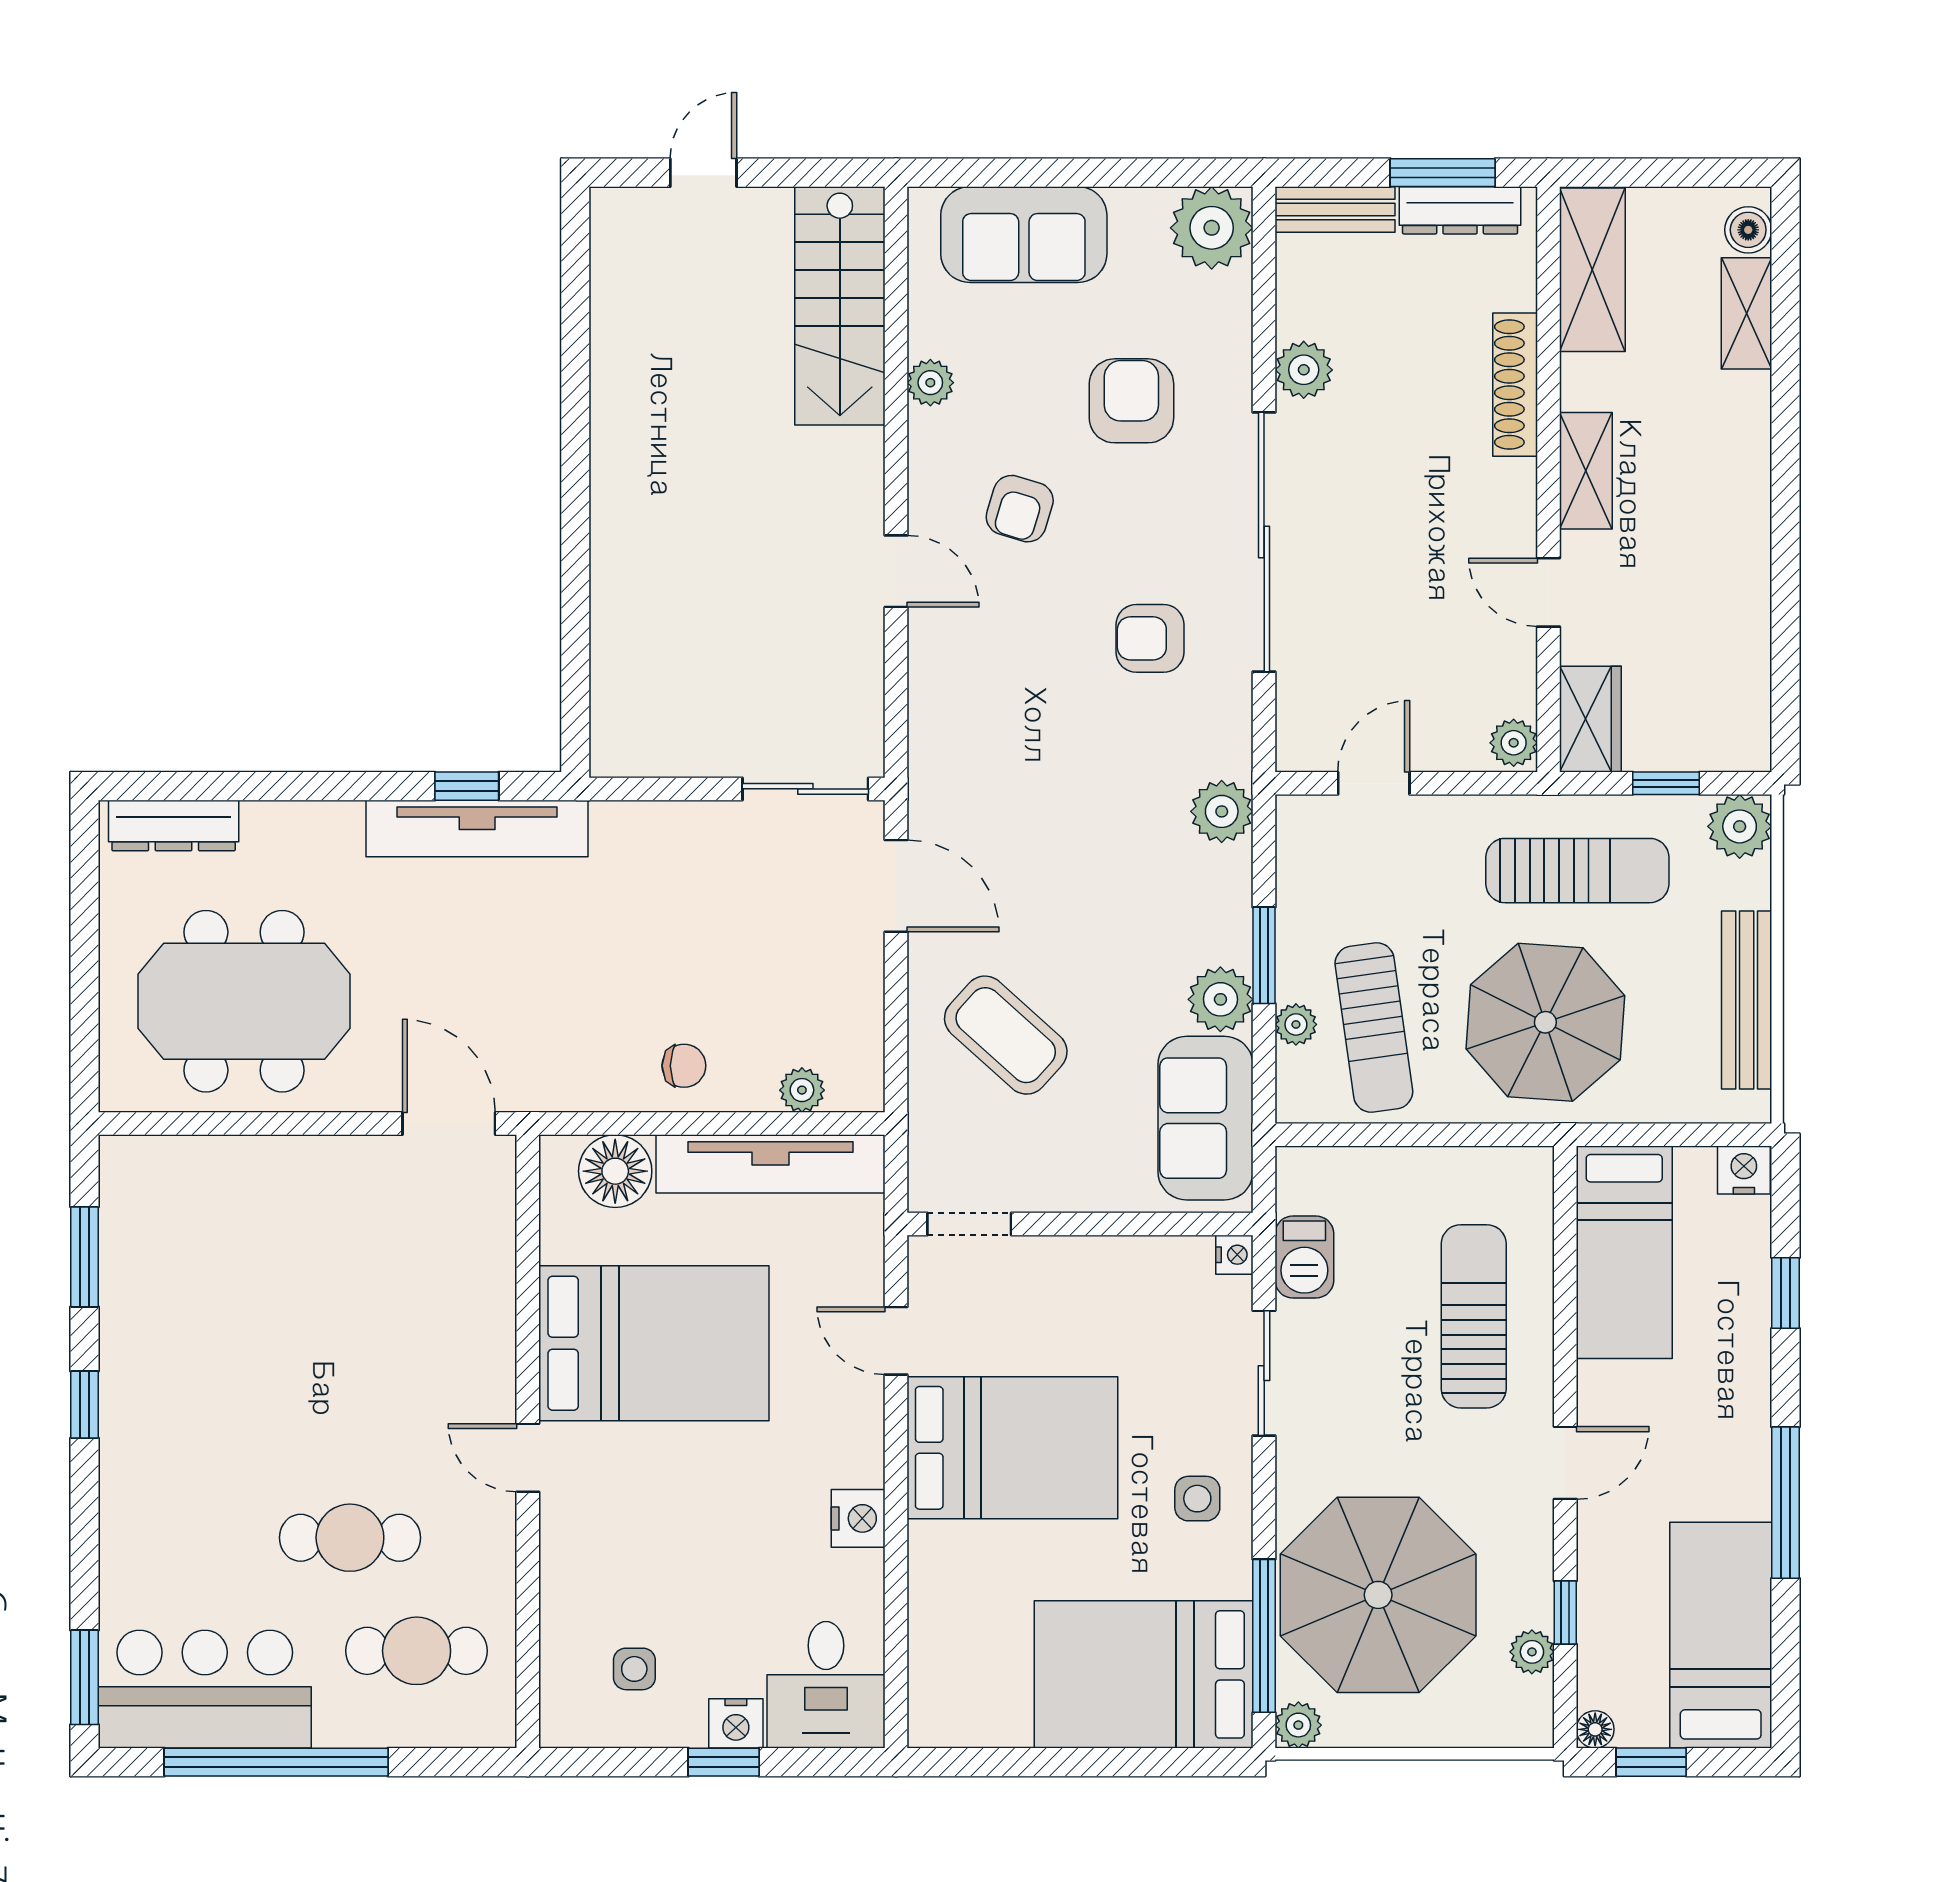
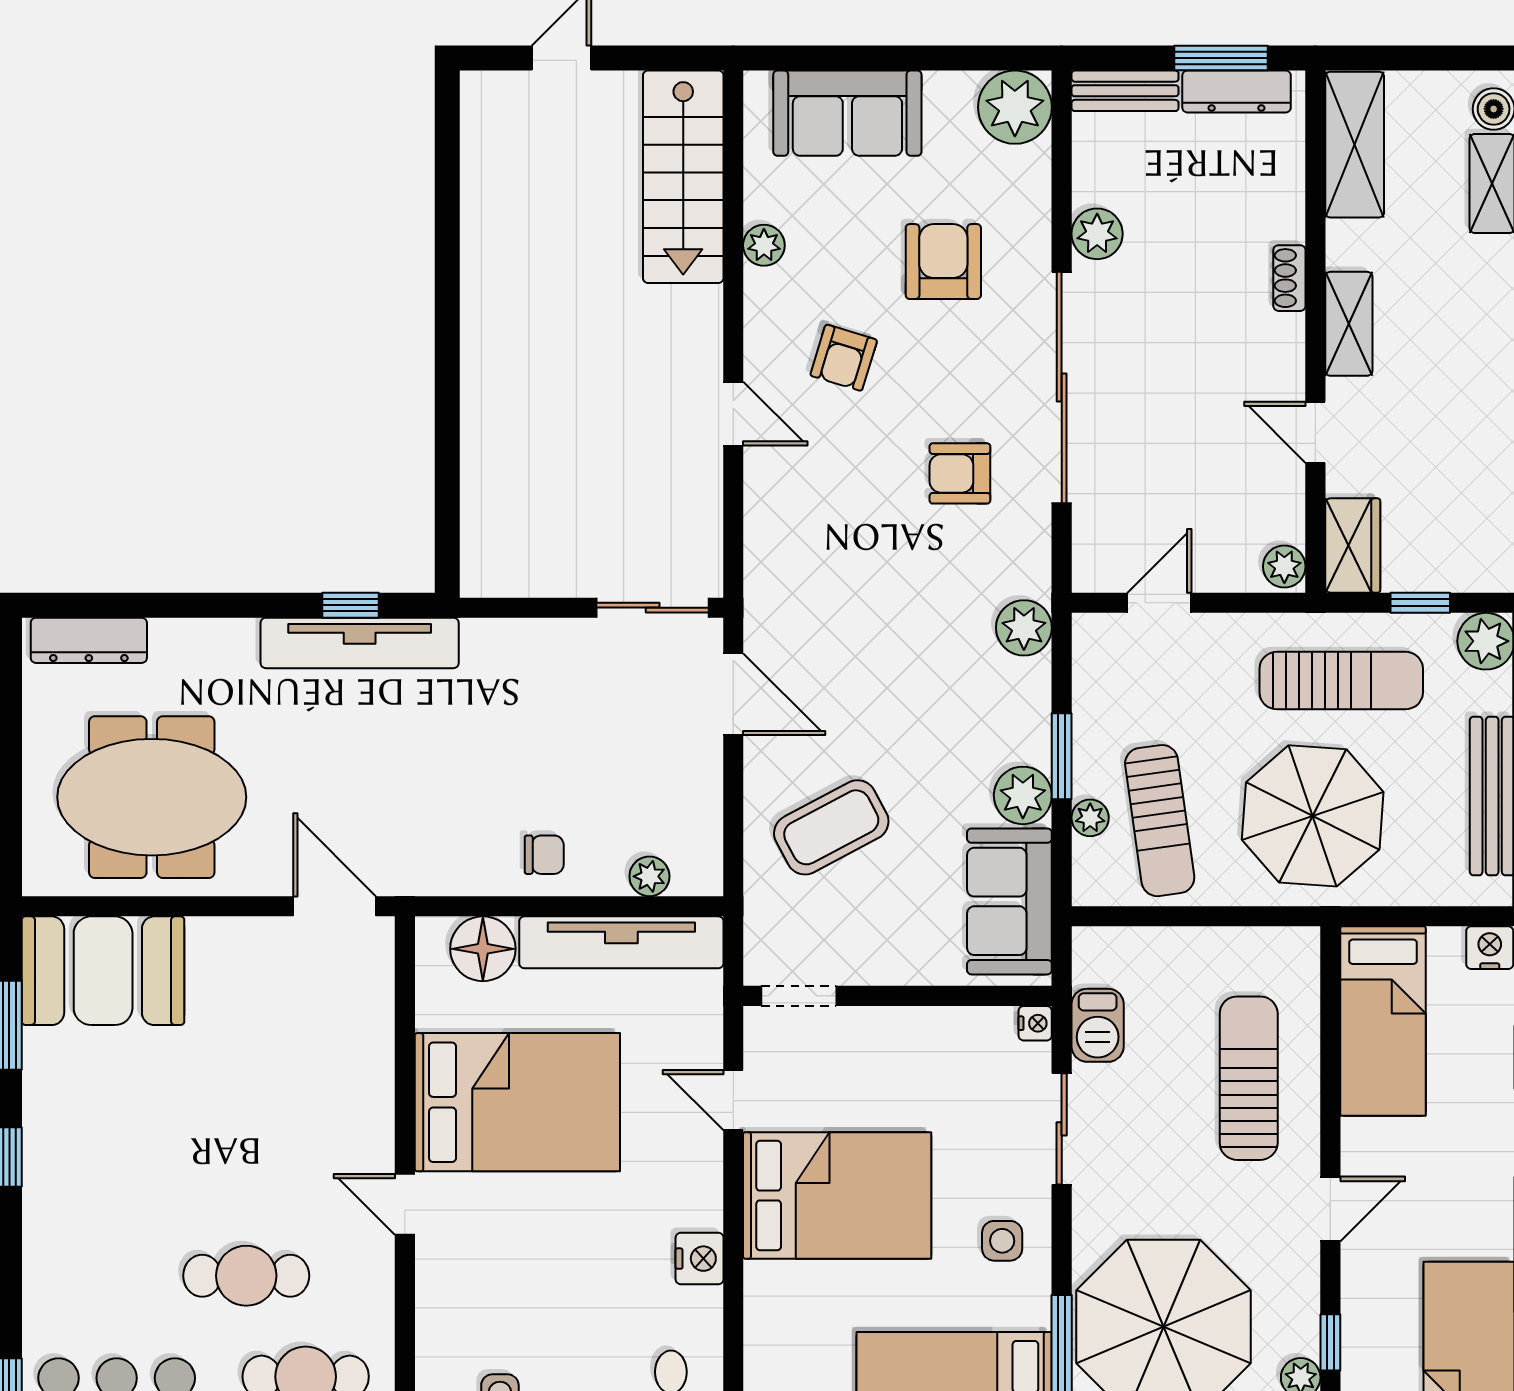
shoe rack: (1515, 385) -> (1289, 278), width x0.51, depth x0.81
coffee table: (1006, 1035) -> (831, 827), turned -70
booth: (189, 1196) -> (103, 971), added

